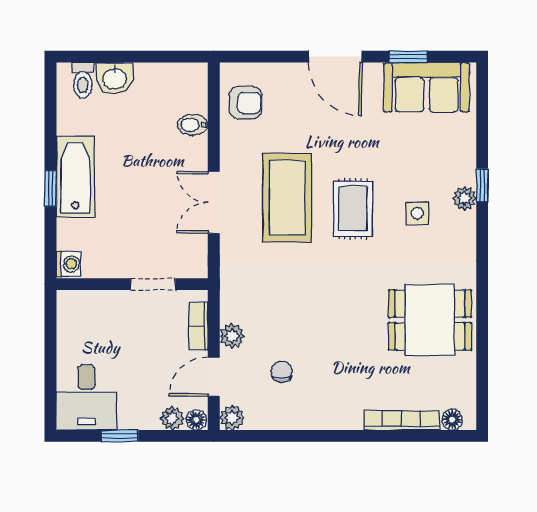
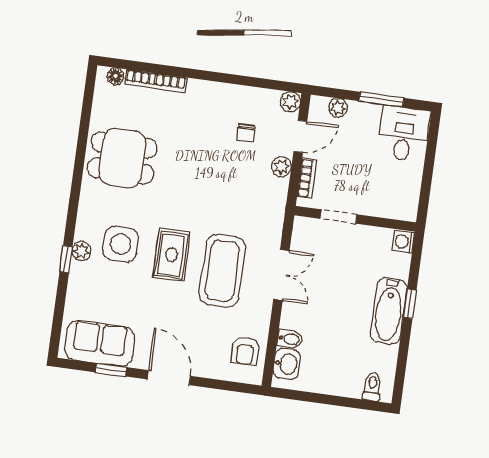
washbasin: (115, 78) -> (287, 364), moved, turned 90
armchair: (245, 103) -> (245, 351), turned -90
side table: (417, 213) -> (121, 244), width x1.87, depth x1.87
floor lamp: (196, 420) -> (319, 104), removed
window: (120, 436) -> (382, 100), width x1.50

